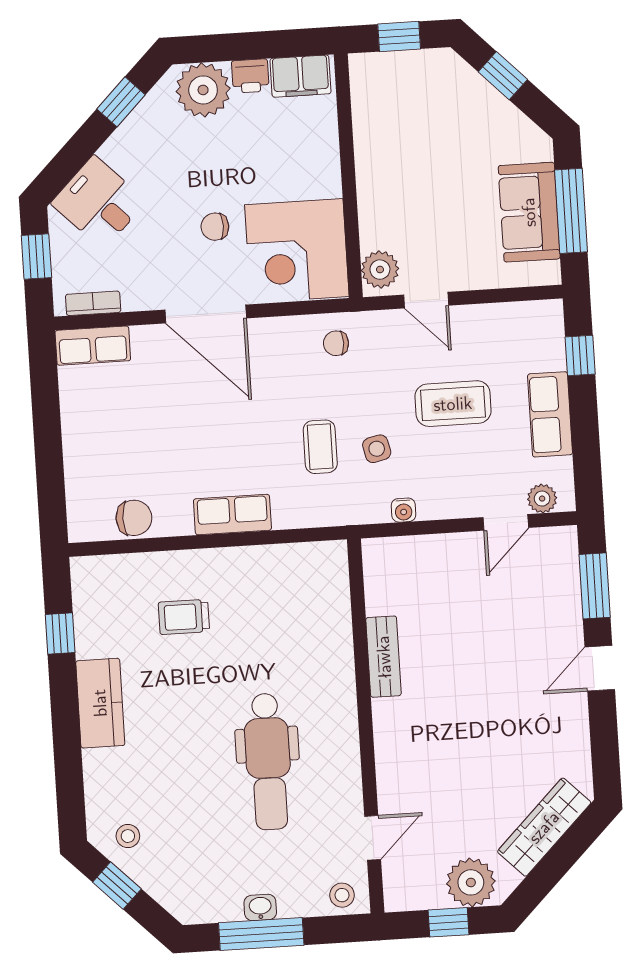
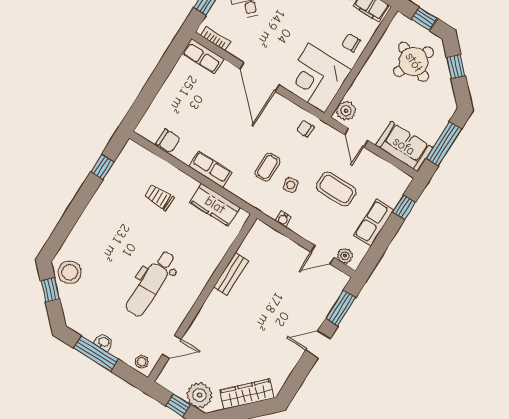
round table: (431, 116) -> (414, 62), added
sofa: (529, 212) -> (404, 146), moved, turned 90
chair: (215, 227) -> (351, 43), moved
kitchen counter: (100, 703) -> (215, 205), moved, turned 90
stool: (128, 836) -> (70, 272), width x1.89, depth x1.89

